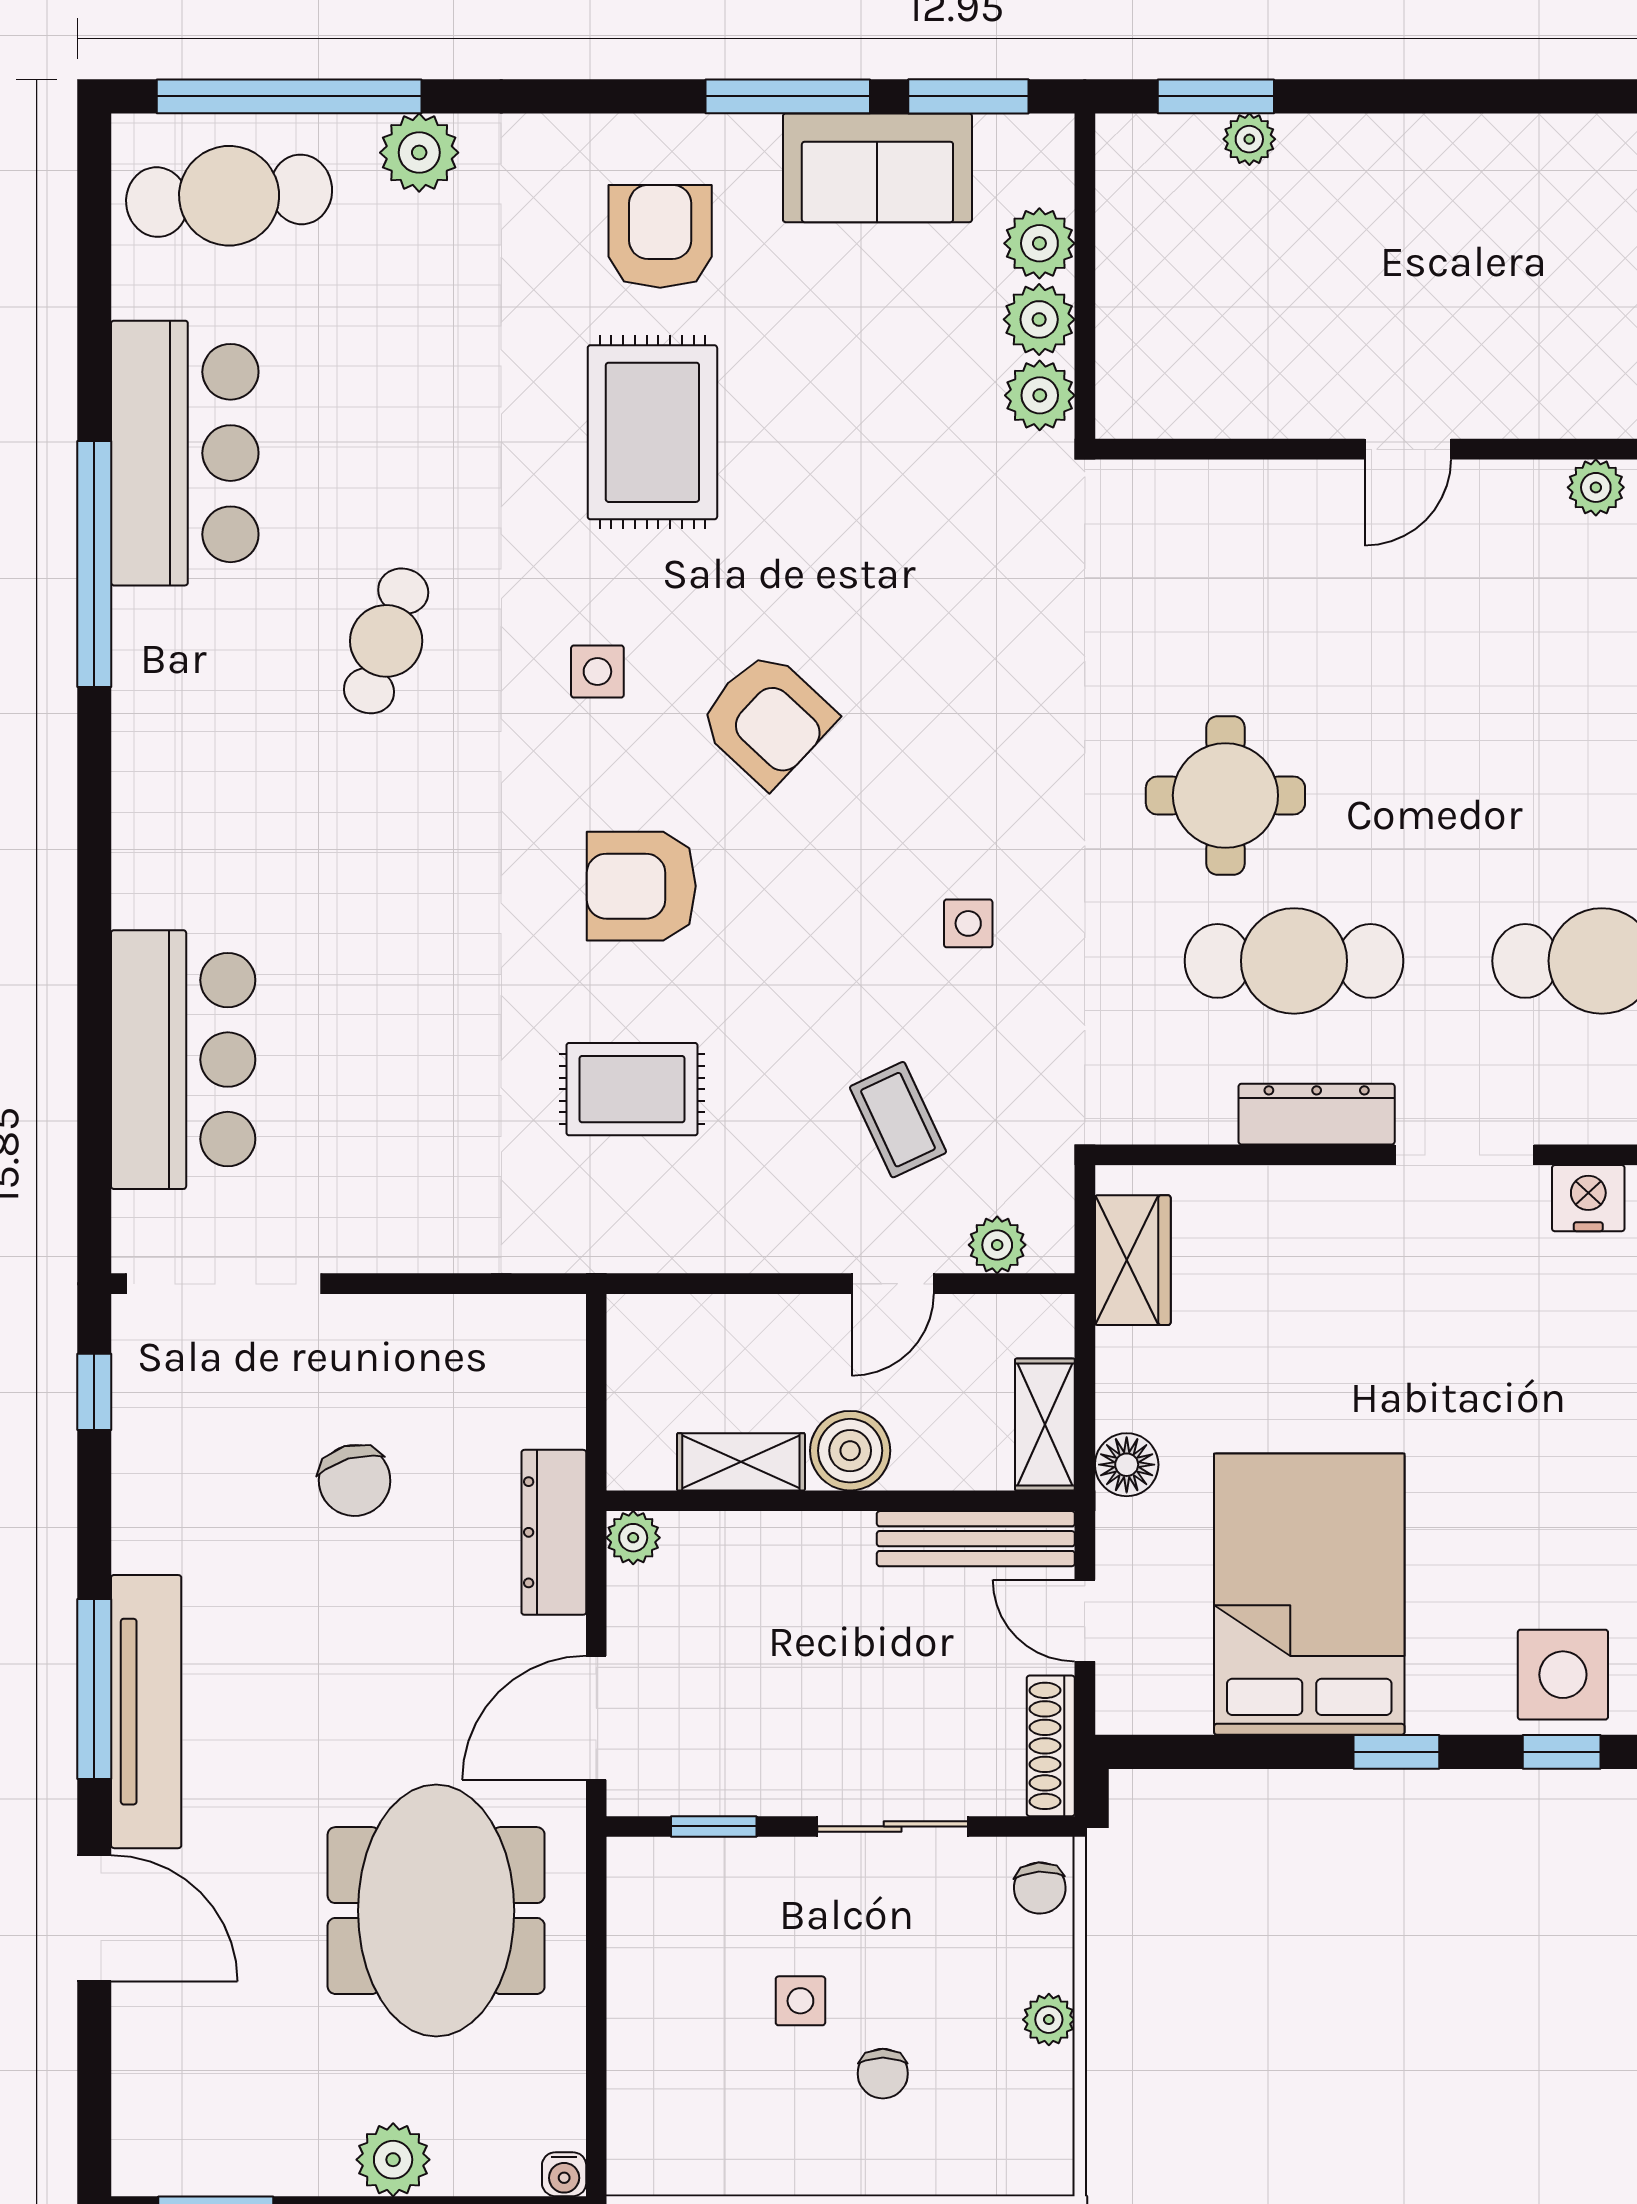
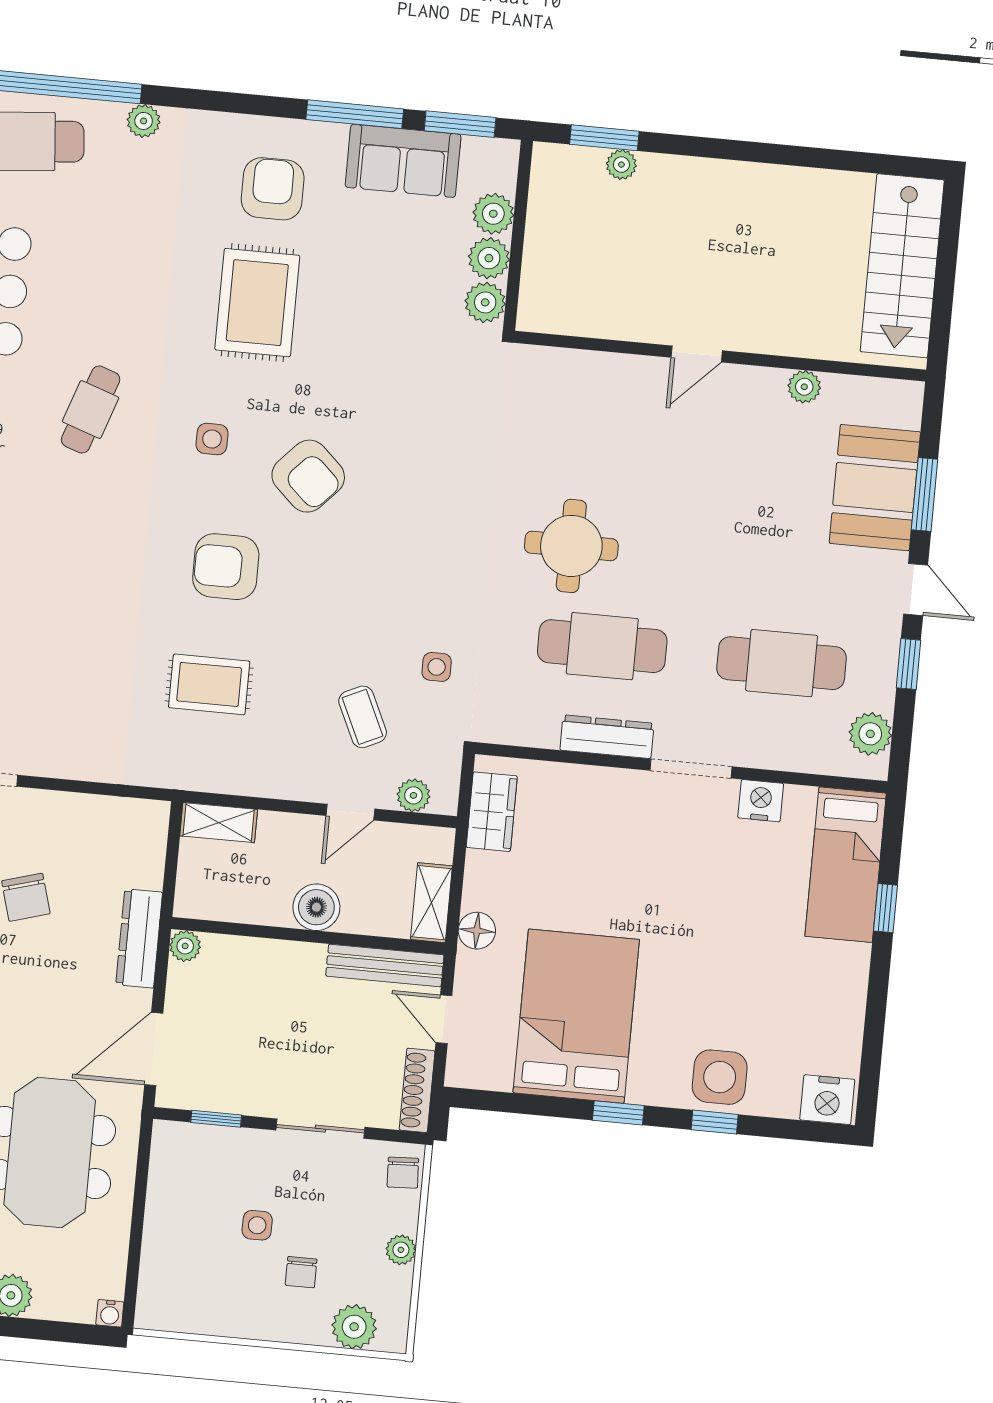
plant: (419, 153) -> (144, 121), width x0.73, depth x0.73
side table: (968, 923) -> (437, 667), moved
shelving: (741, 1462) -> (219, 823), moved
plant: (982, 2158) -> (354, 1327), added

